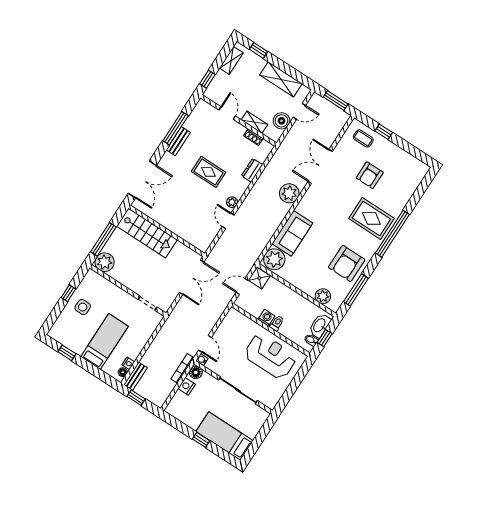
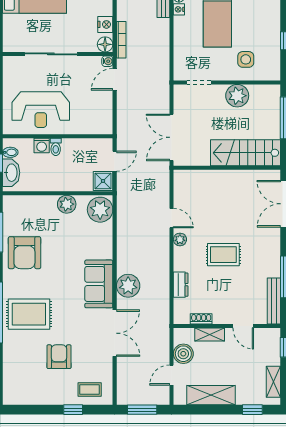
bench: (178, 141) -> (274, 301), moved, width x1.36
sofa: (292, 233) -> (99, 284), moved
plant: (105, 262) -> (237, 96), moved
armchair: (347, 263) -> (24, 253), turned 180
plant: (323, 296) -> (67, 204), moved
side table: (83, 307) -> (246, 59), moved
washing machine: (266, 318) -> (42, 146), moved
door: (205, 344) -> (115, 79), hinge flipped

